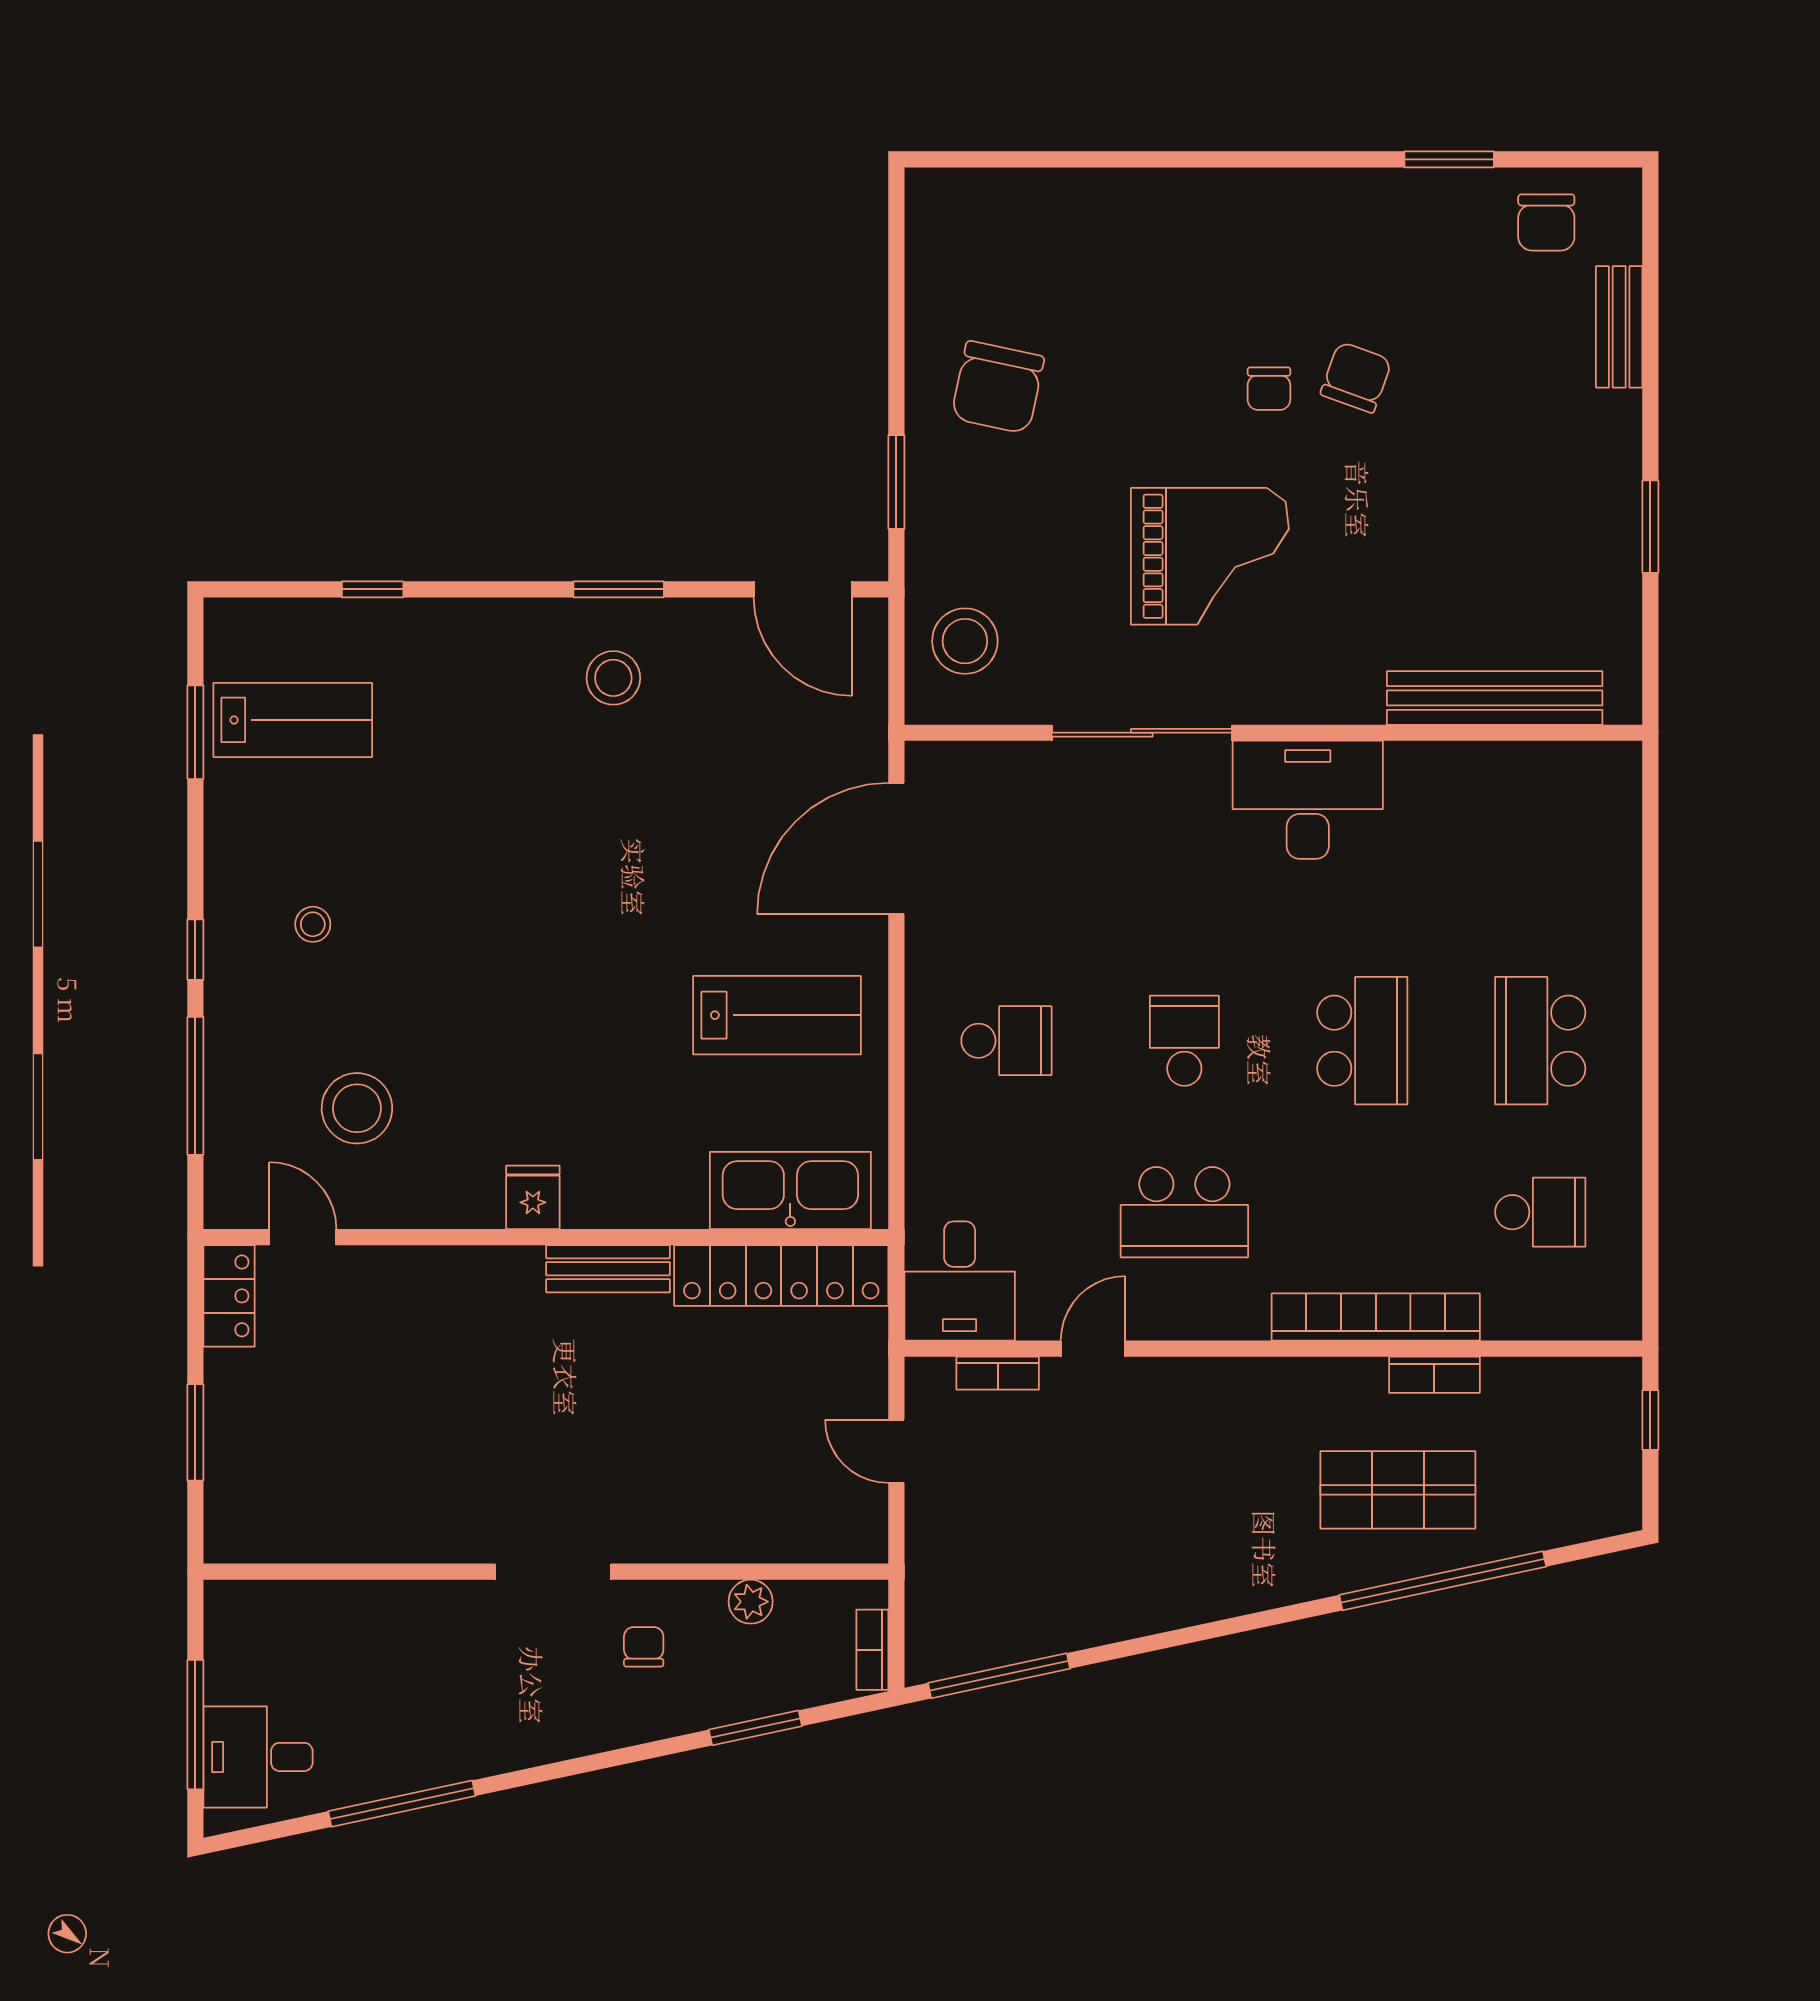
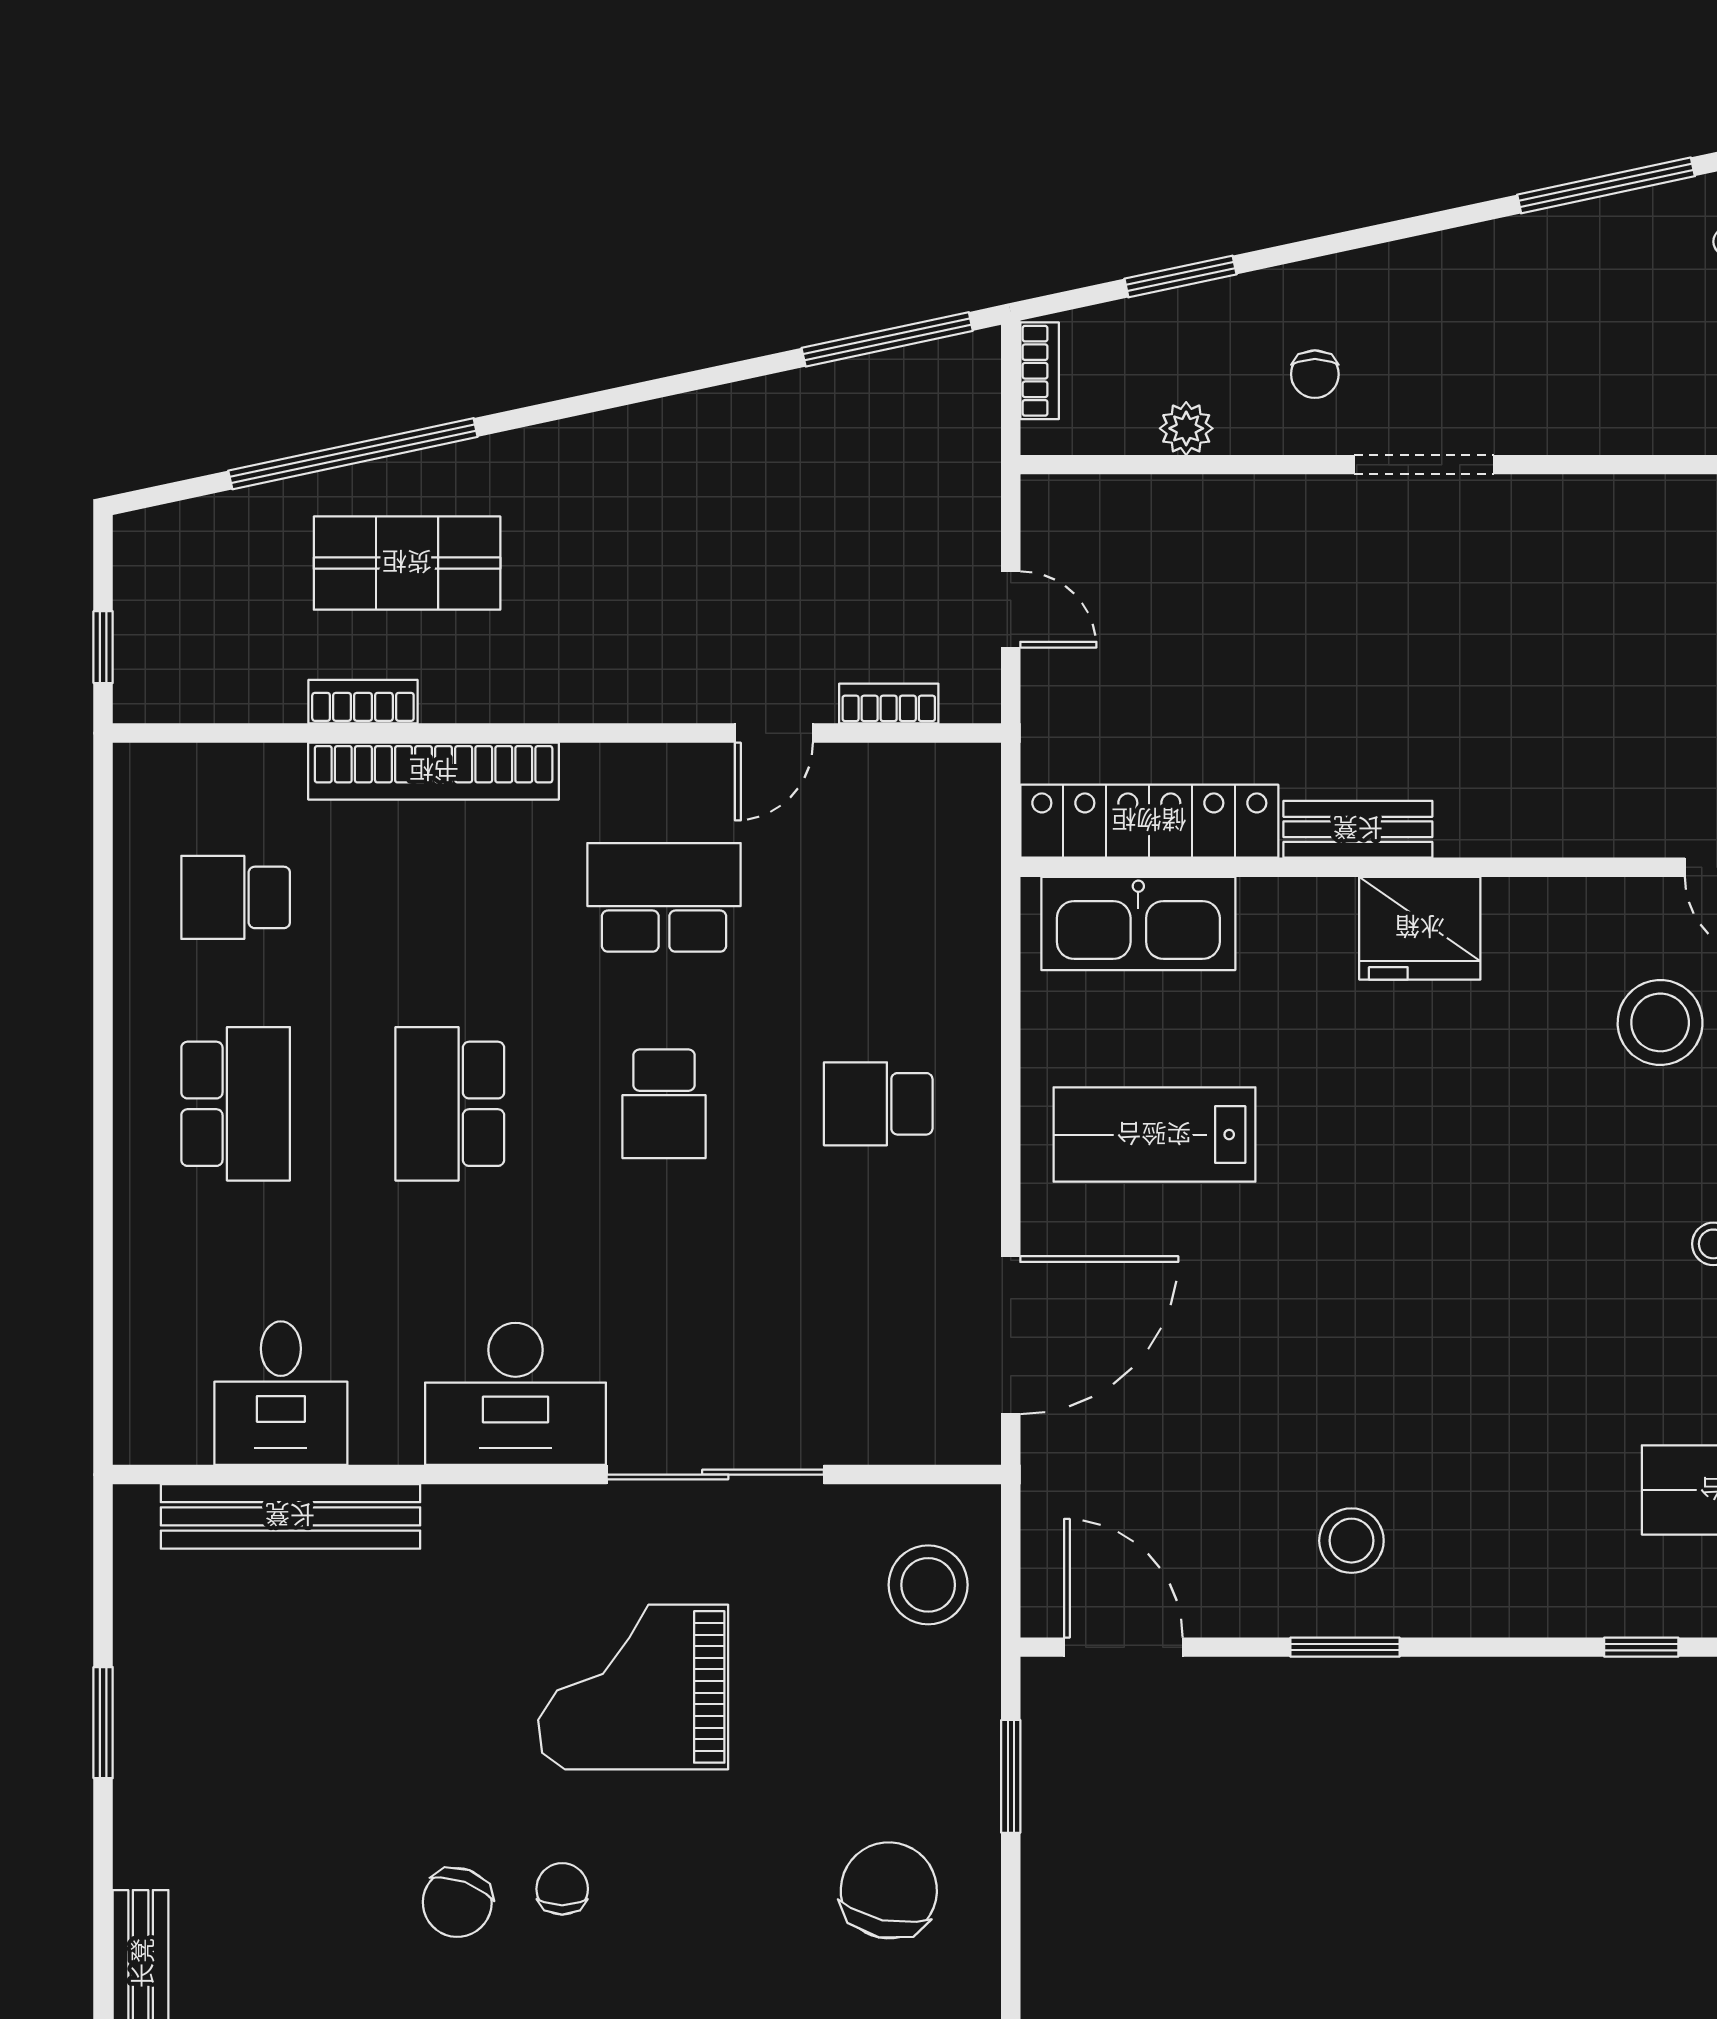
fridge: (533, 1197) -> (1420, 928), width x1.88, depth x1.34
desk: (960, 1281) -> (281, 1393), moved, turned 180

